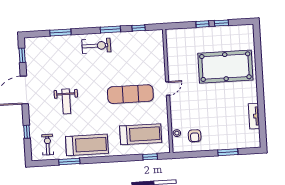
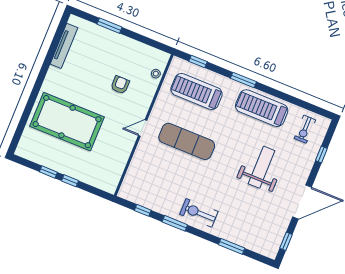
weight bench: (66, 101) -> (262, 167), width x1.36, depth x1.33
tv unit: (254, 116) -> (64, 46), width x1.41
armchair: (195, 136) -> (120, 85), moved
window: (69, 162) -> (243, 80), moved

